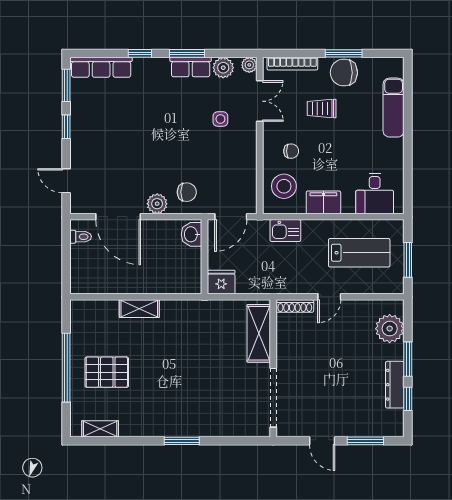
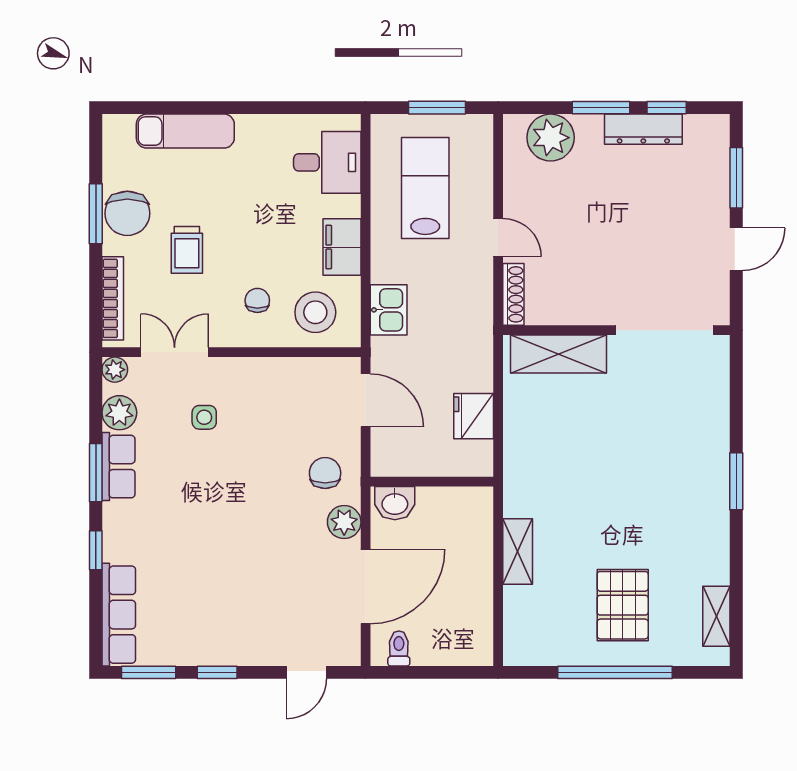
washbasin: (191, 234) -> (395, 503), moved
wall: (204, 257) -> (432, 482), moved

